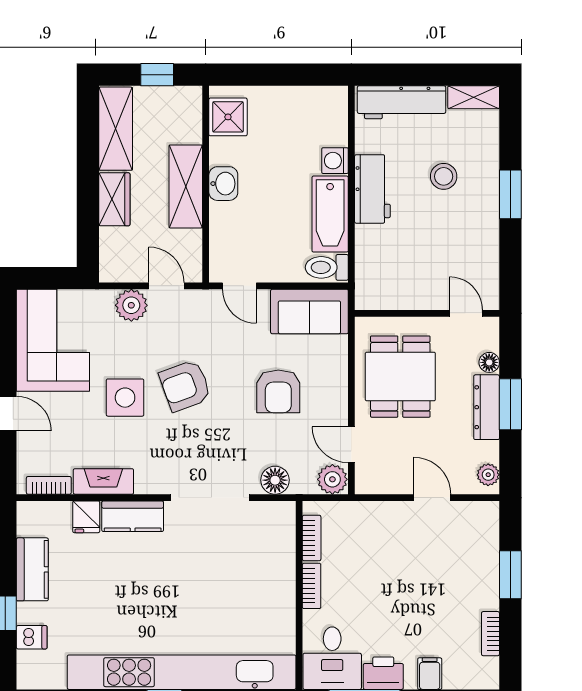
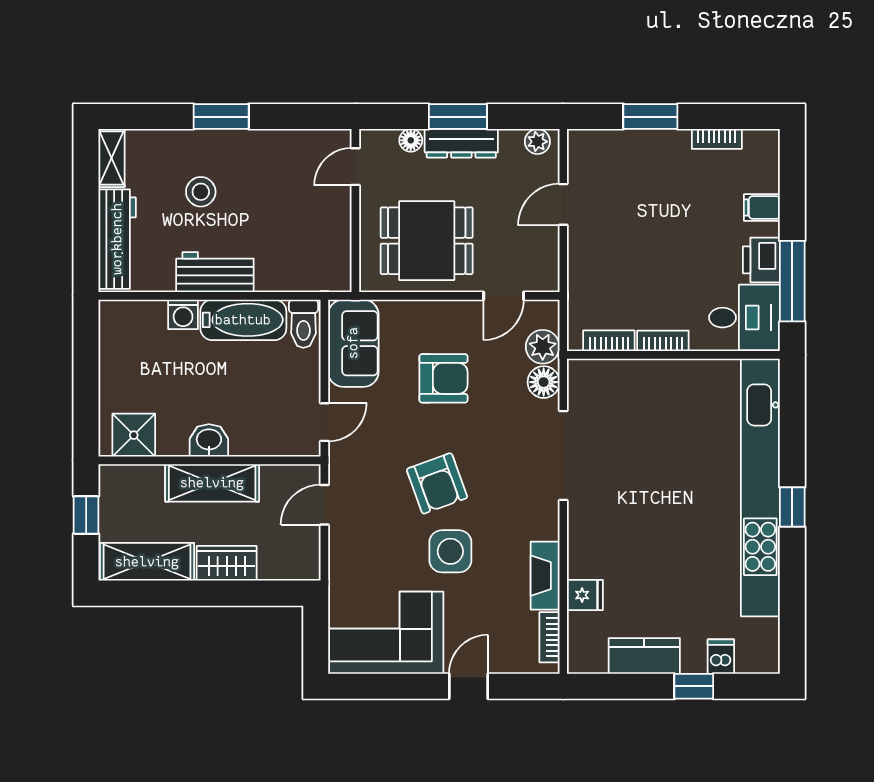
plant: (131, 305) -> (346, 544), removed
plant: (332, 479) -> (543, 347), moved
kitchen counter: (133, 516) -> (584, 543), removed

